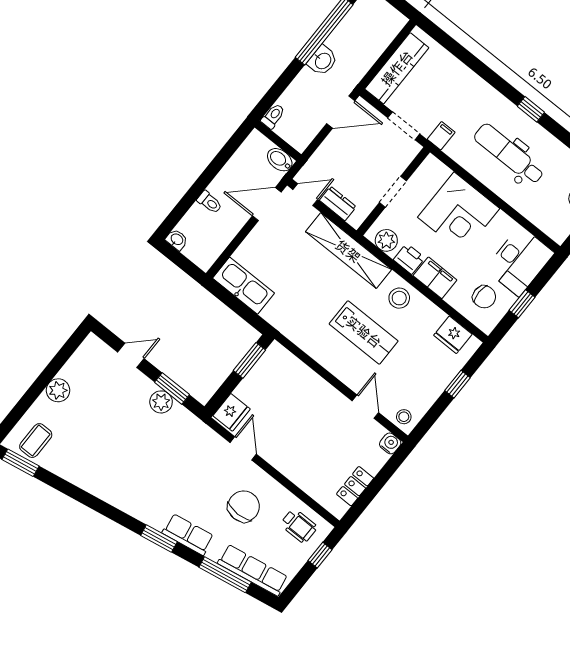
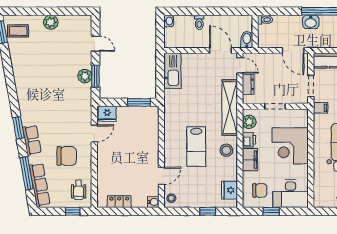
chair: (484, 297) -> (260, 190), turned -90

